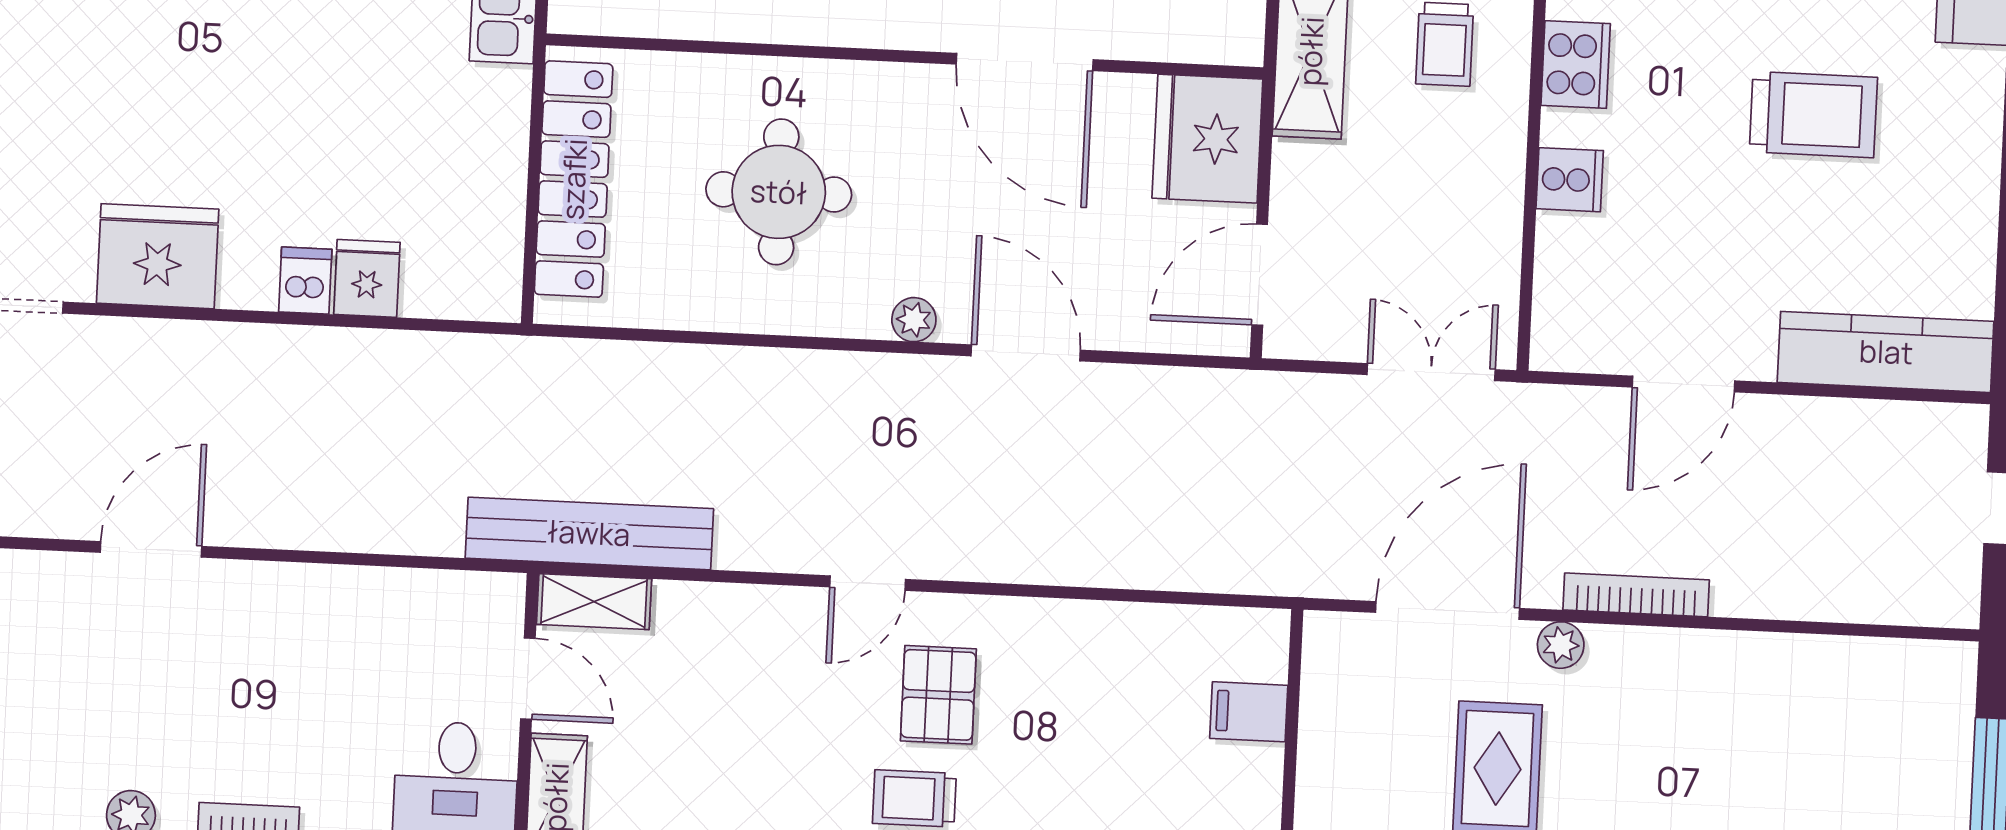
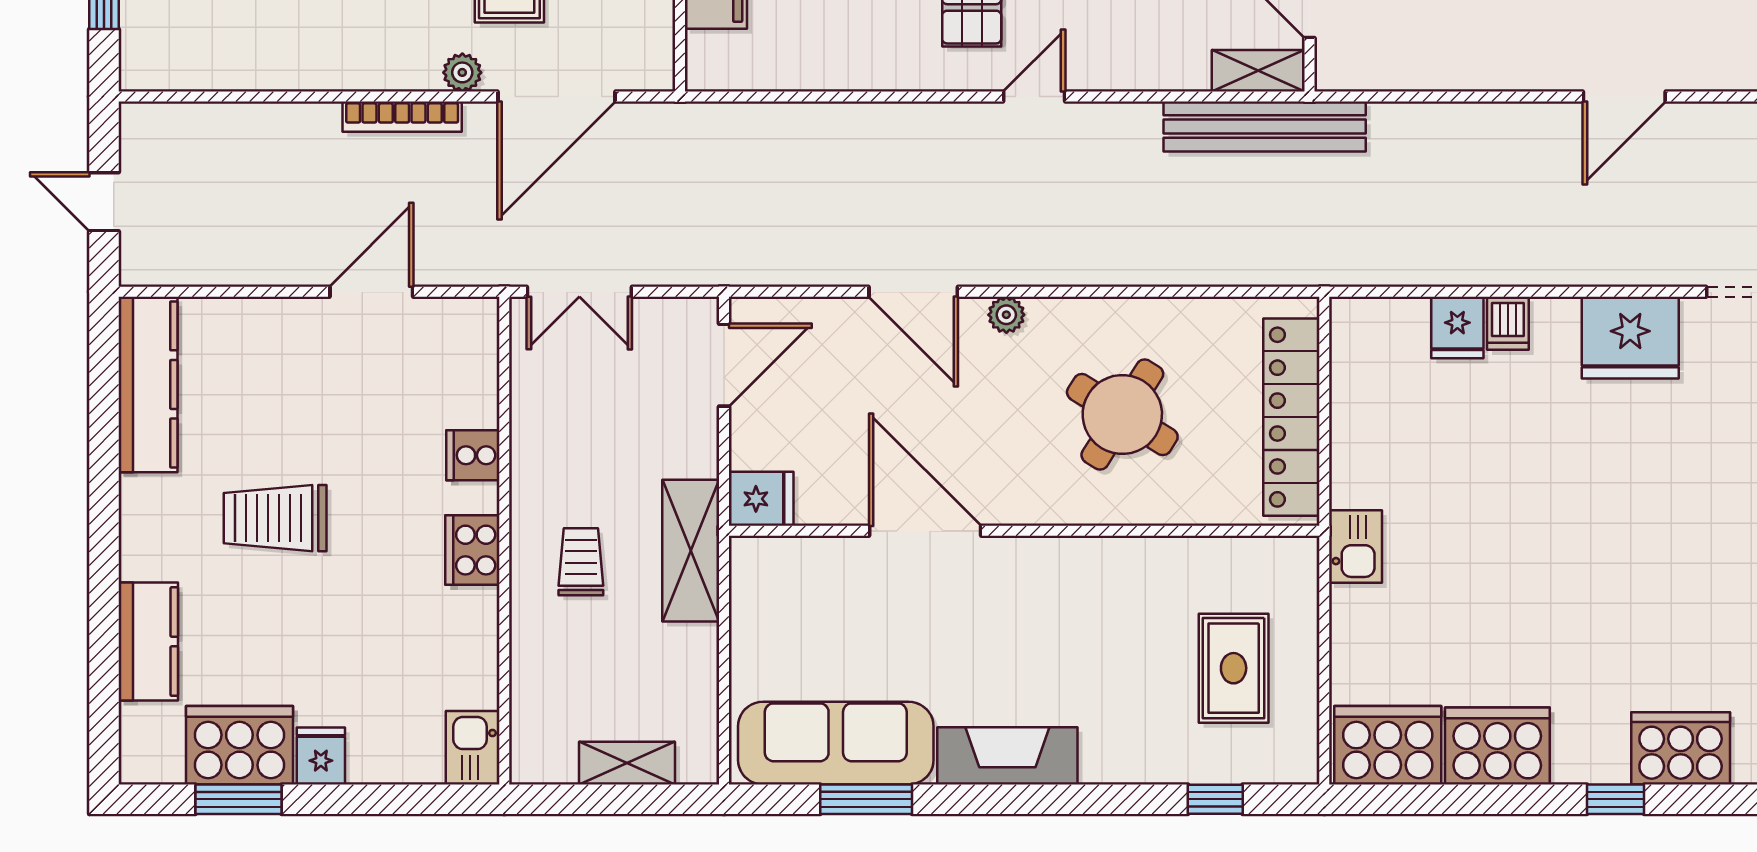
fridge: (1207, 139) -> (761, 499), width x0.53, depth x0.75
round table: (779, 192) -> (1122, 414), turned 32
kitchen counter: (1886, 352) -> (148, 384), moved, turned -90

